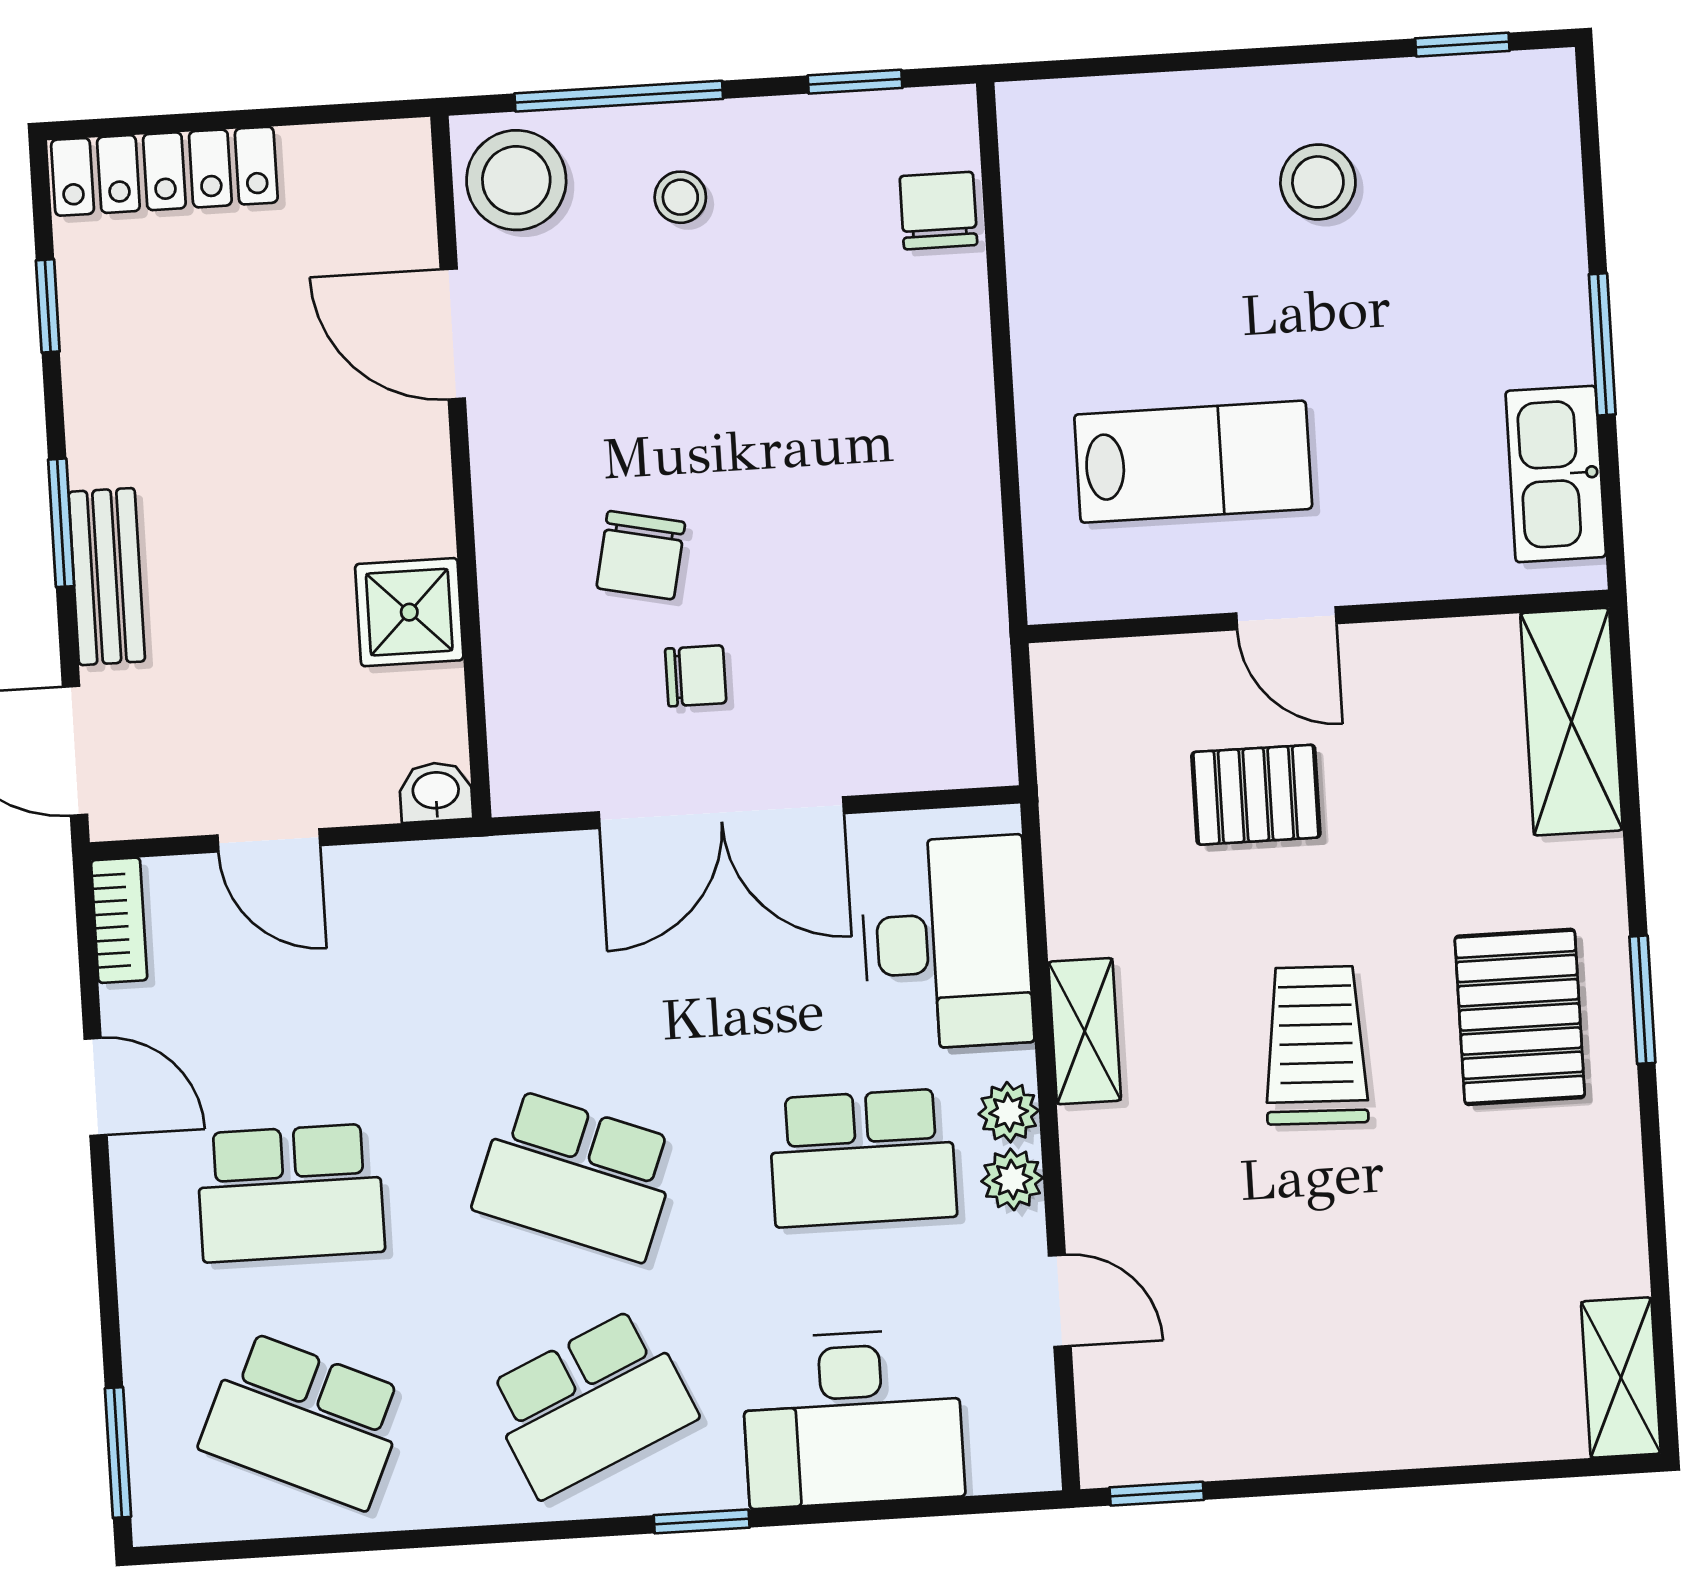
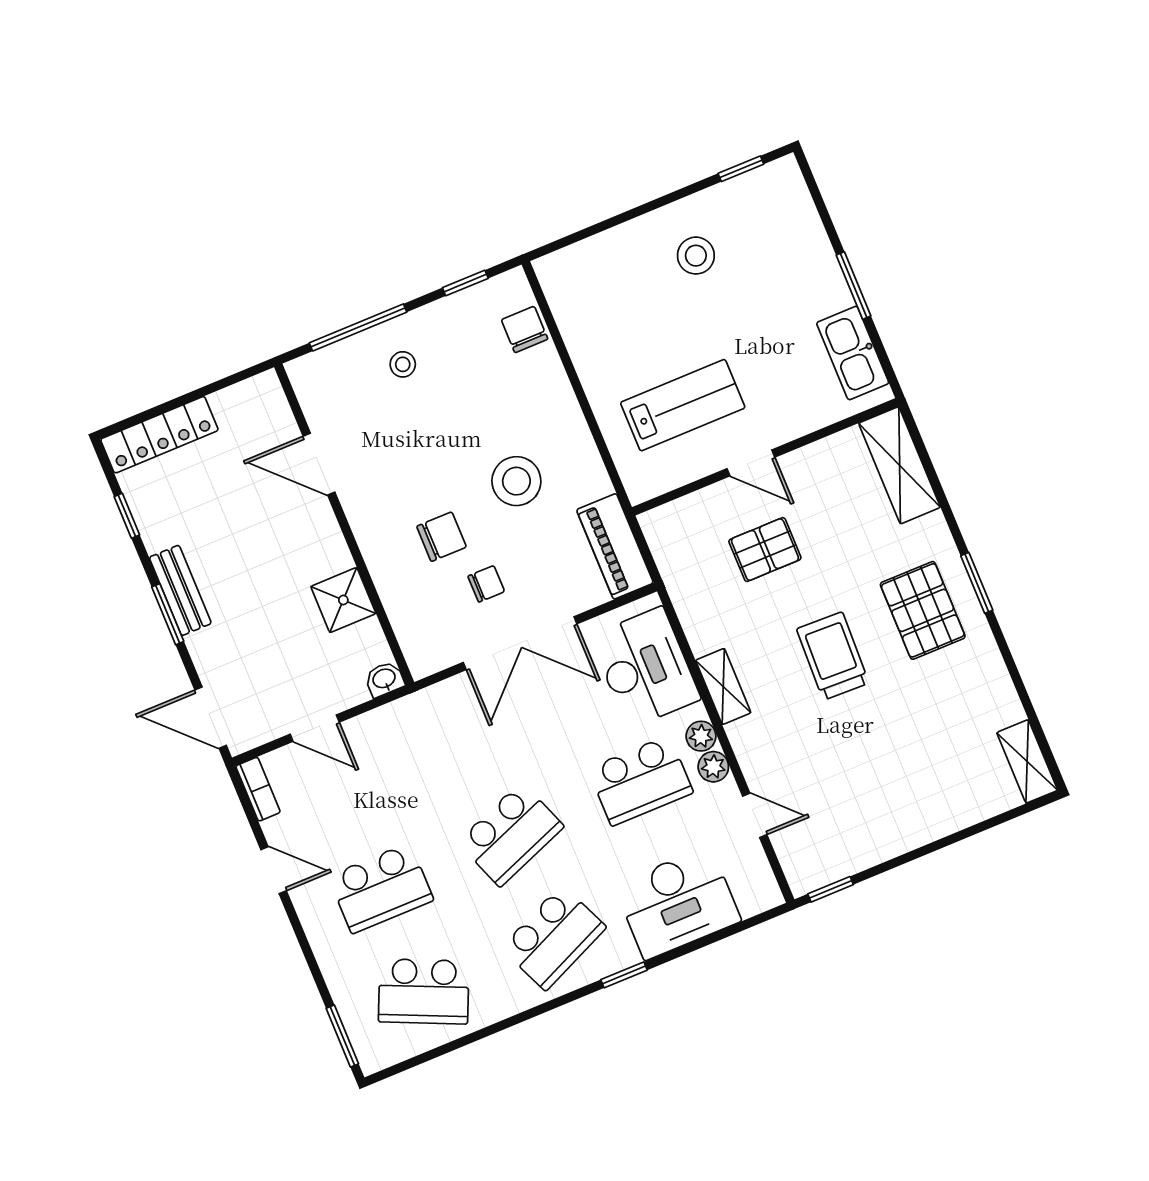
stool: (516, 180) -> (516, 481), moved
chair: (641, 555) -> (442, 537), turned -102
bench: (107, 577) -> (180, 590), moved
piano: (969, 689) -> (615, 546), added
school desk: (576, 1175) -> (511, 834), turned -42

